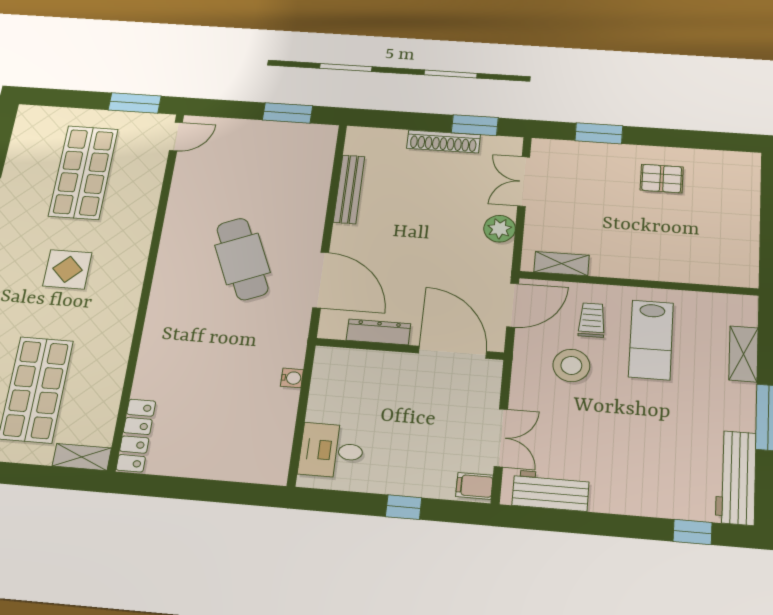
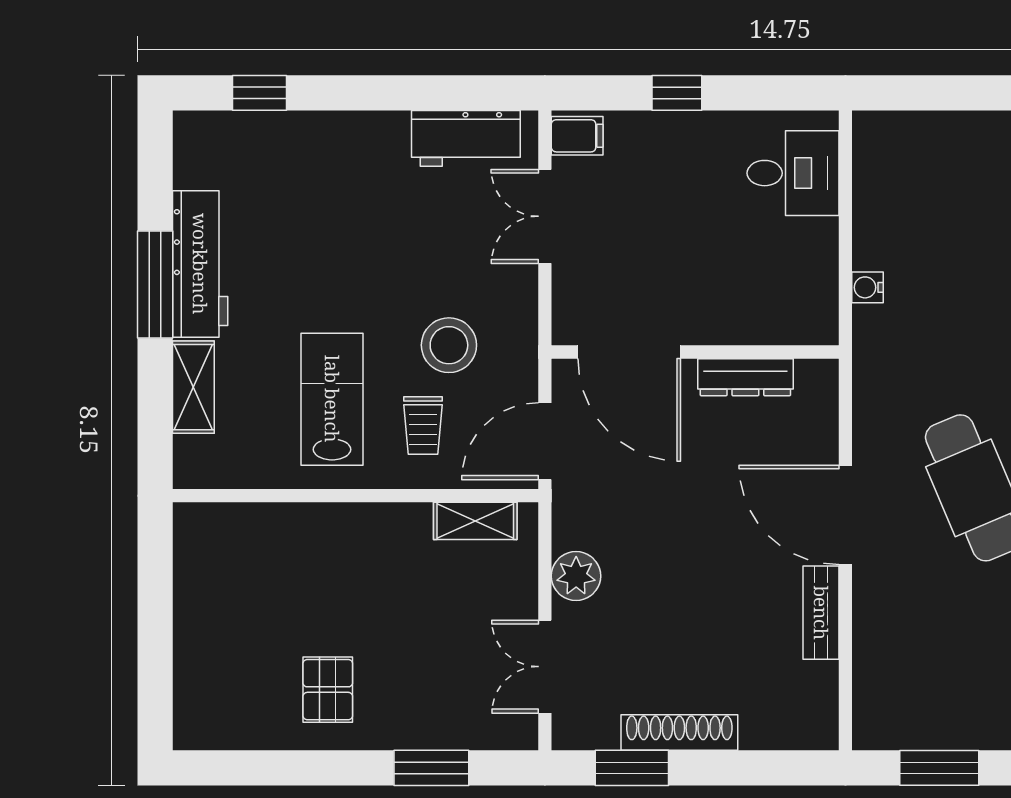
pallet: (662, 179) -> (328, 690), turned 90
double door: (524, 181) -> (545, 667), swing flipped
bench: (349, 189) -> (821, 613), width x0.73
door: (321, 280) -> (845, 515), moved
workbench: (736, 477) -> (200, 264), moved

